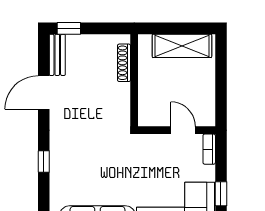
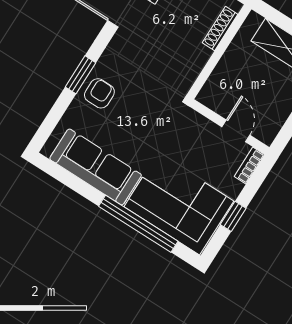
window: (44, 161) -> (81, 75), width x1.50
armchair: (66, 166) -> (99, 93), added

